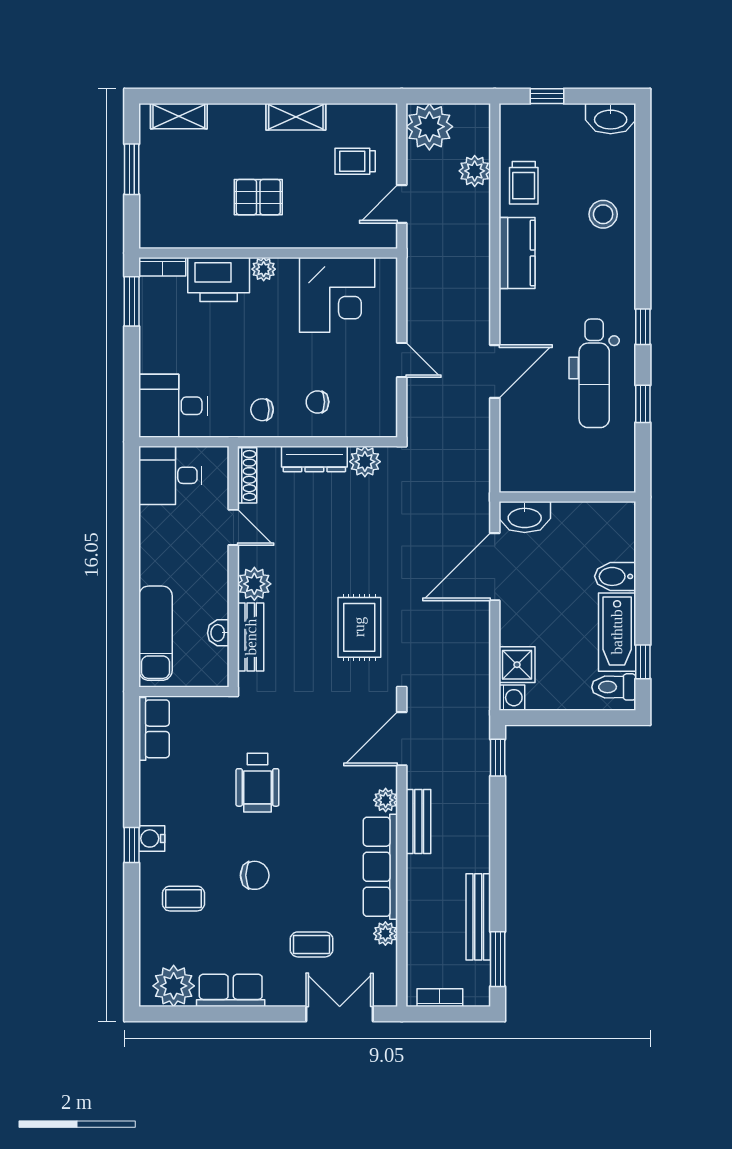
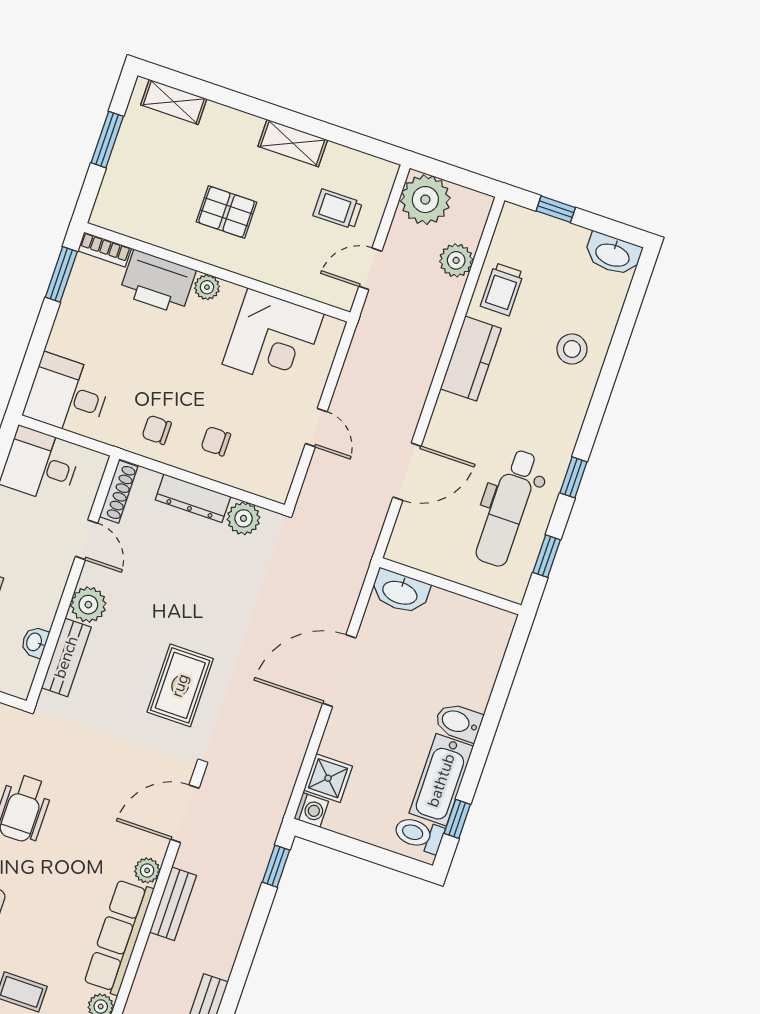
wall: (567, 497) -> (451, 586), moved
washbasin: (525, 517) -> (400, 592), moved

